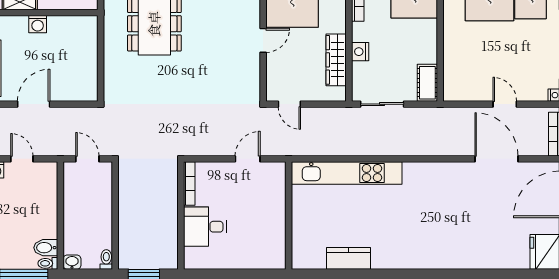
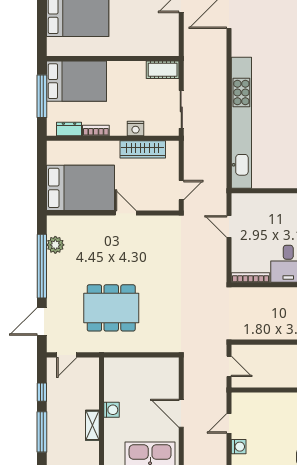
door: (87, 159) -> (229, 366), swing flipped
kitchen unit: (347, 173) -> (241, 123), width x1.36

